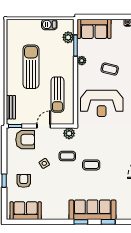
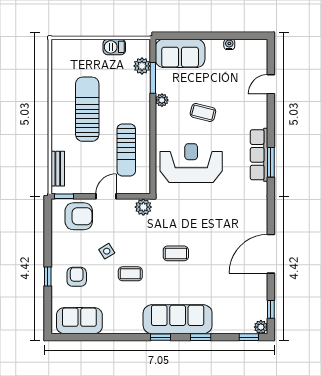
reception desk: (102, 103) -> (191, 163), turned 180
coffee table: (67, 156) -> (130, 274), moved

